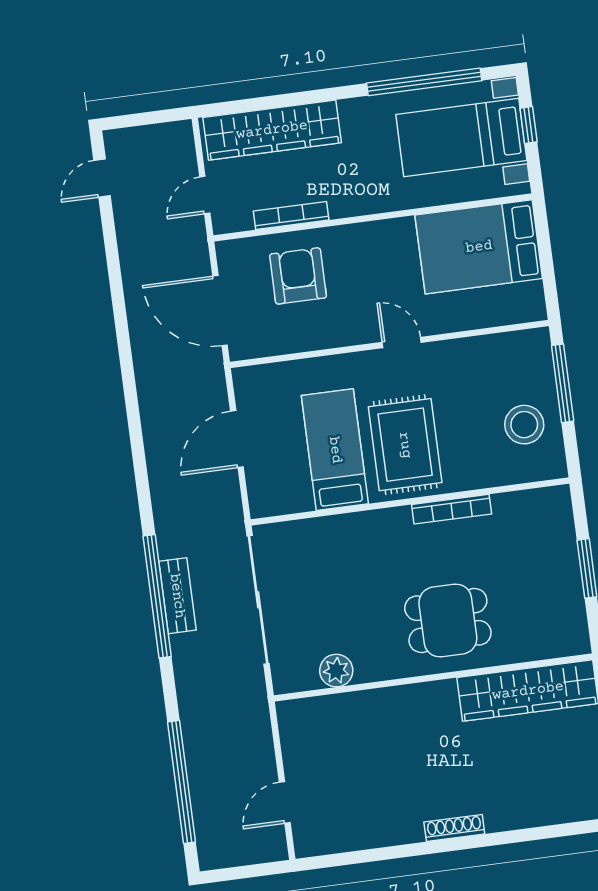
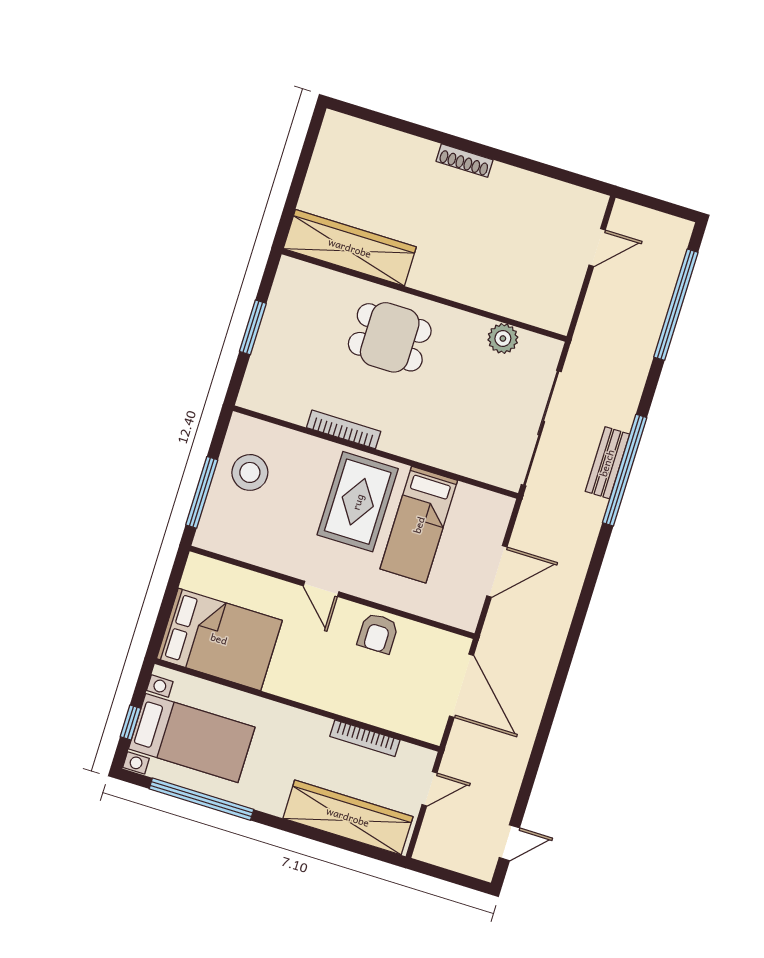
armchair: (298, 276) -> (378, 633), moved, width x0.72, depth x0.72

